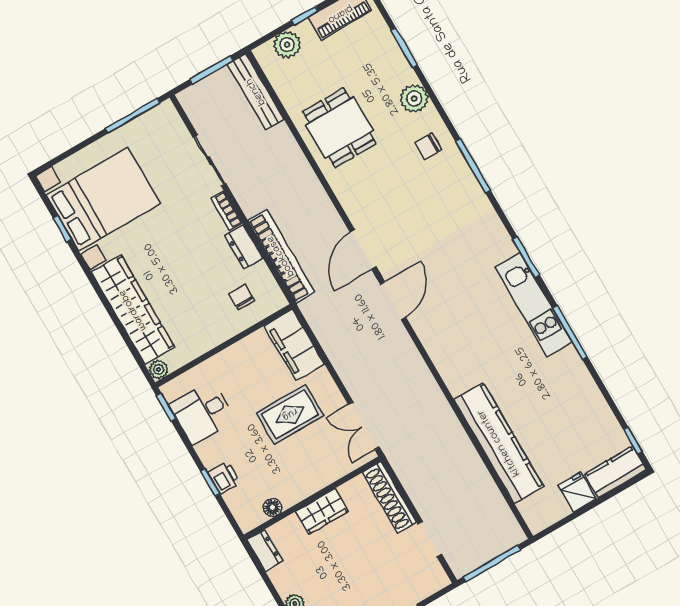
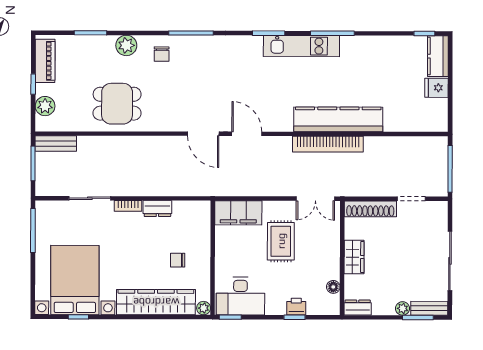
bench: (256, 92) -> (56, 143), width x0.73
bookcase: (281, 256) -> (328, 144), moved, turned 180
chair: (242, 297) -> (178, 260), moved
desk: (202, 412) -> (240, 296), width x1.37
kitchen counter: (499, 443) -> (338, 119), moved

